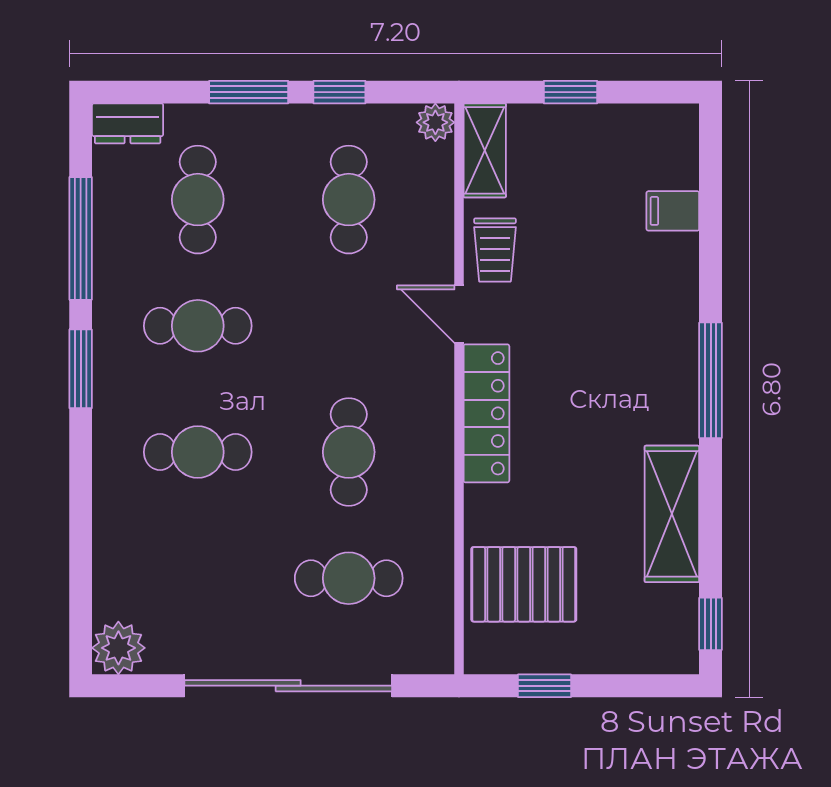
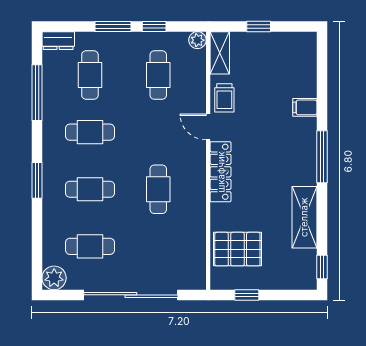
filing cabinet: (673, 211) -> (305, 107), moved
window: (81, 369) -> (37, 180), moved
cafe table: (349, 578) -> (90, 246), moved

